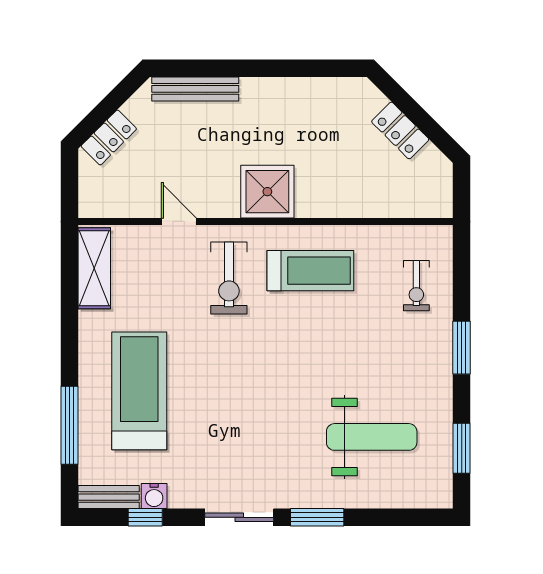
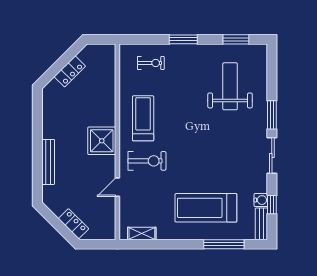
bench: (195, 89) -> (48, 162), moved
shelving: (94, 268) -> (142, 233), width x0.67, depth x0.75

